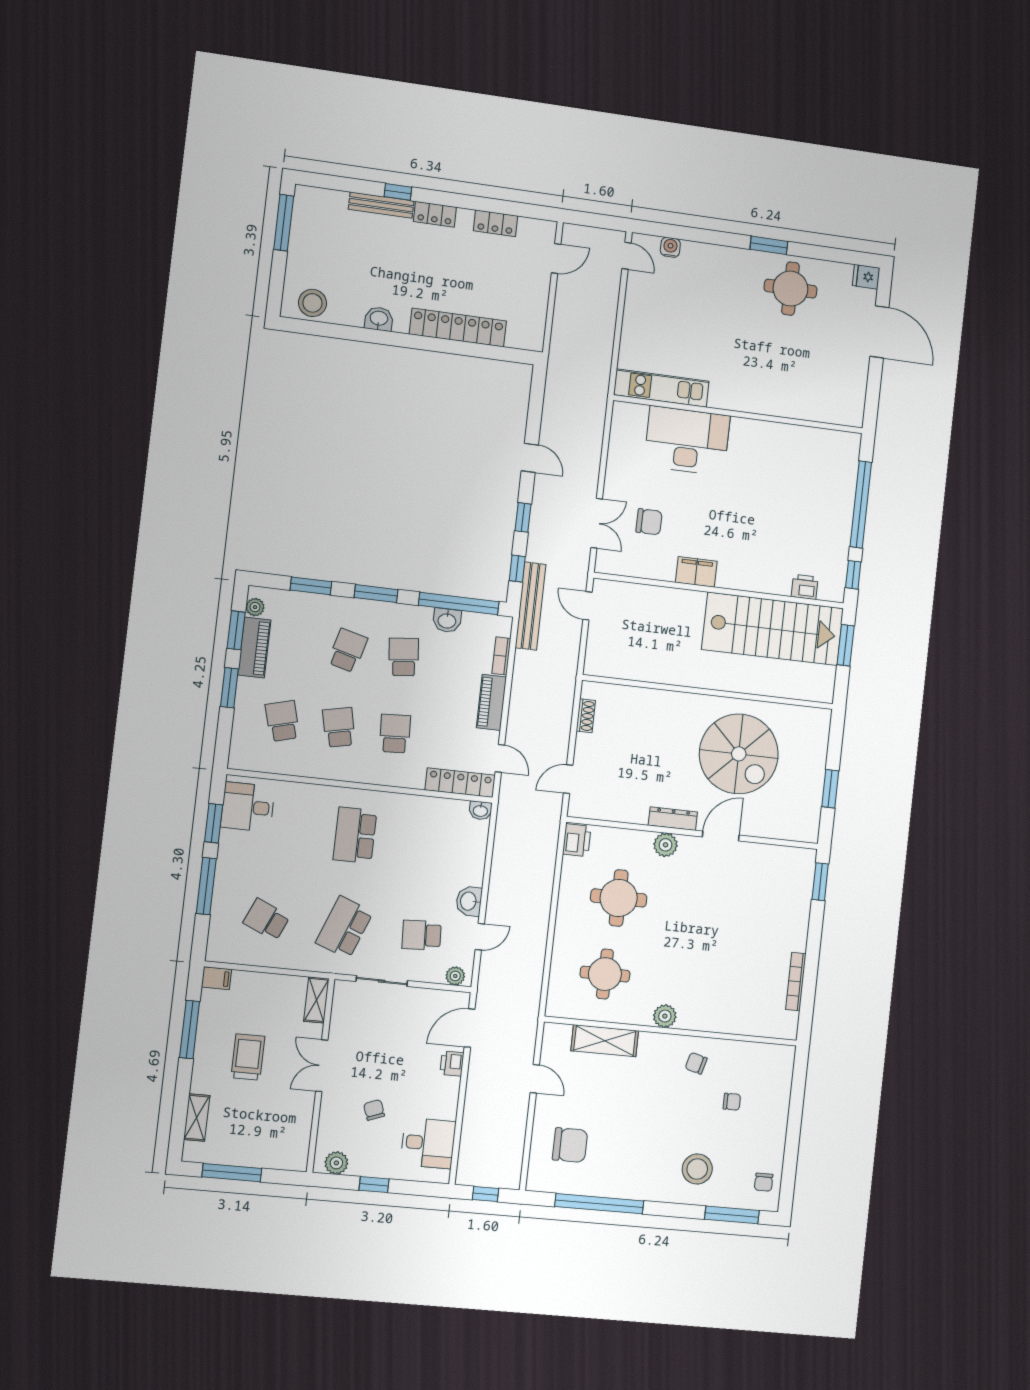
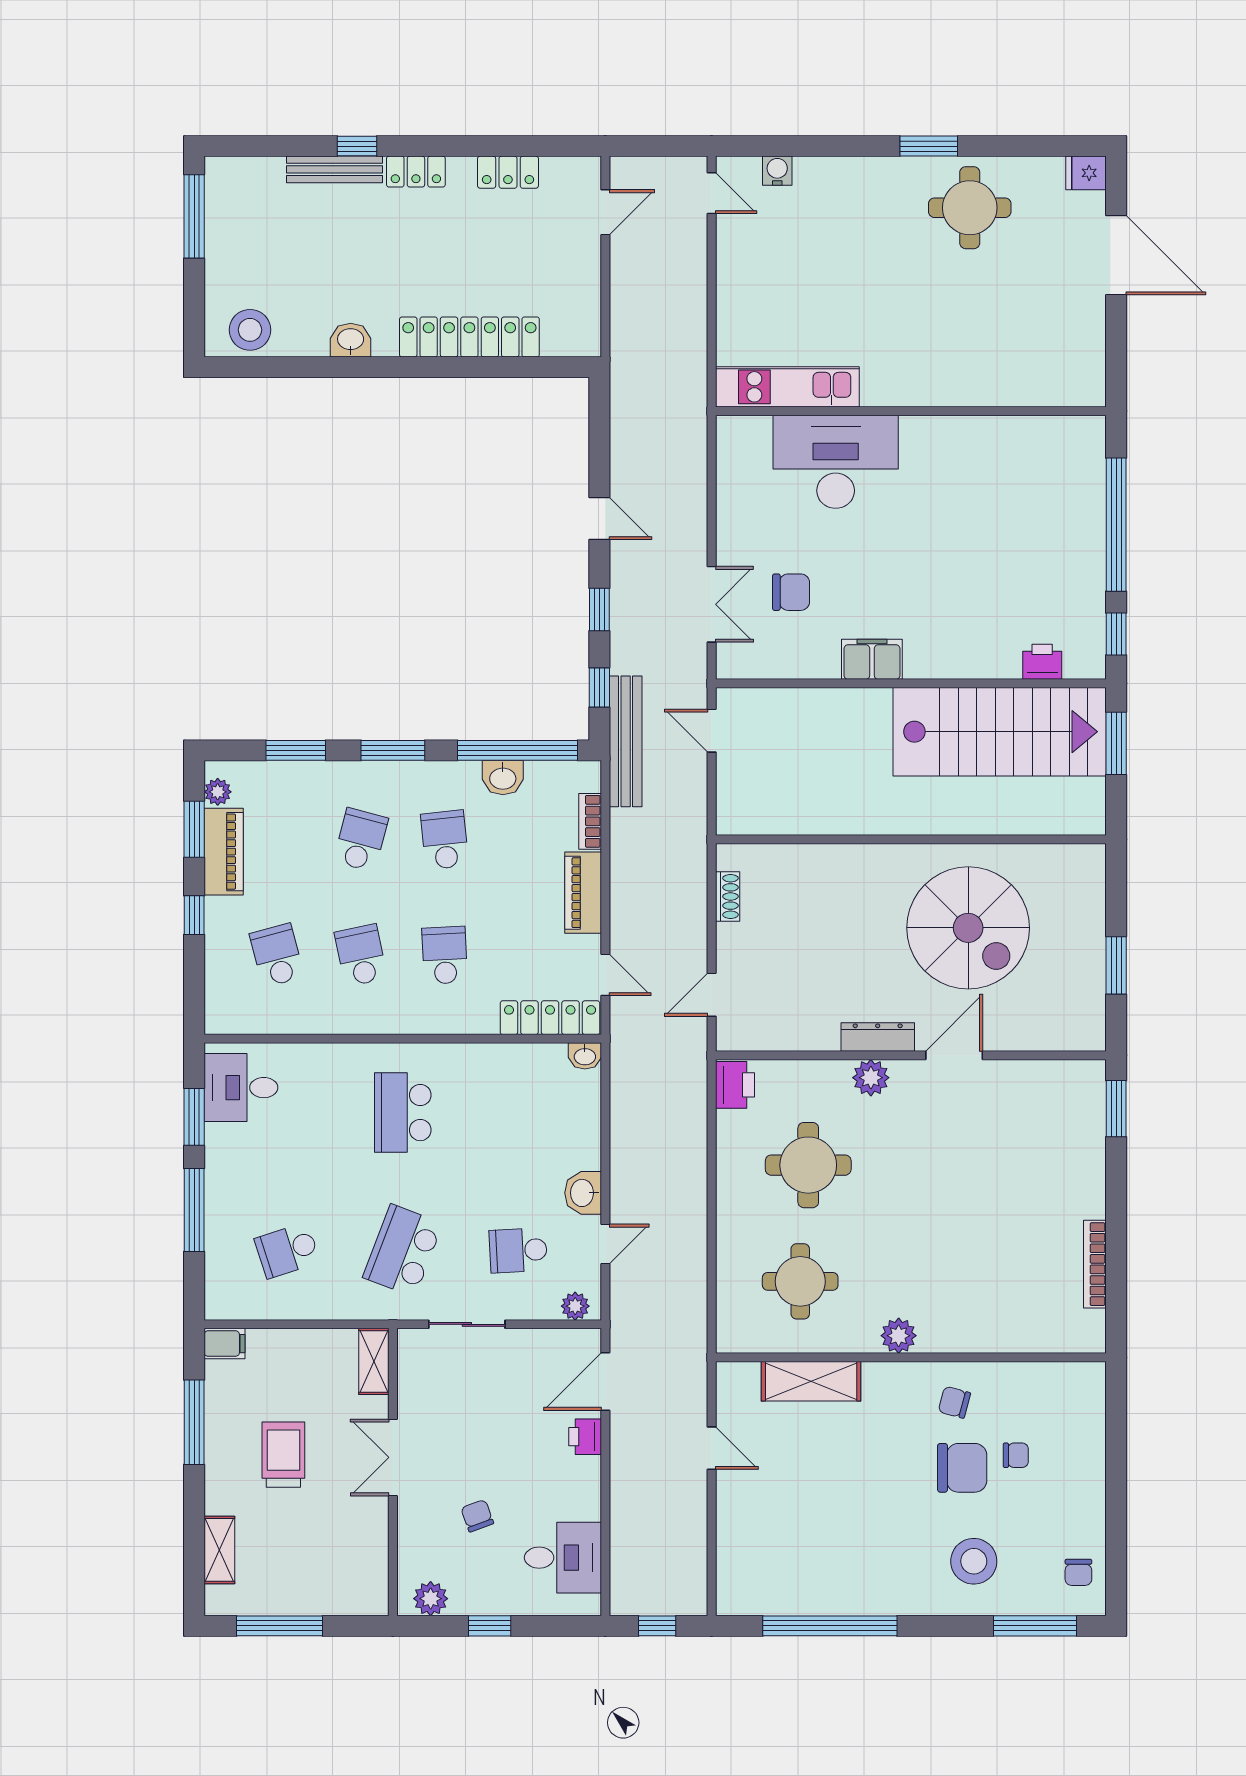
window: (229, 688) -> (194, 915), width x0.67
school desk: (266, 920) -> (287, 1250), turned -42
chair: (570, 1145) -> (962, 1468), moved

